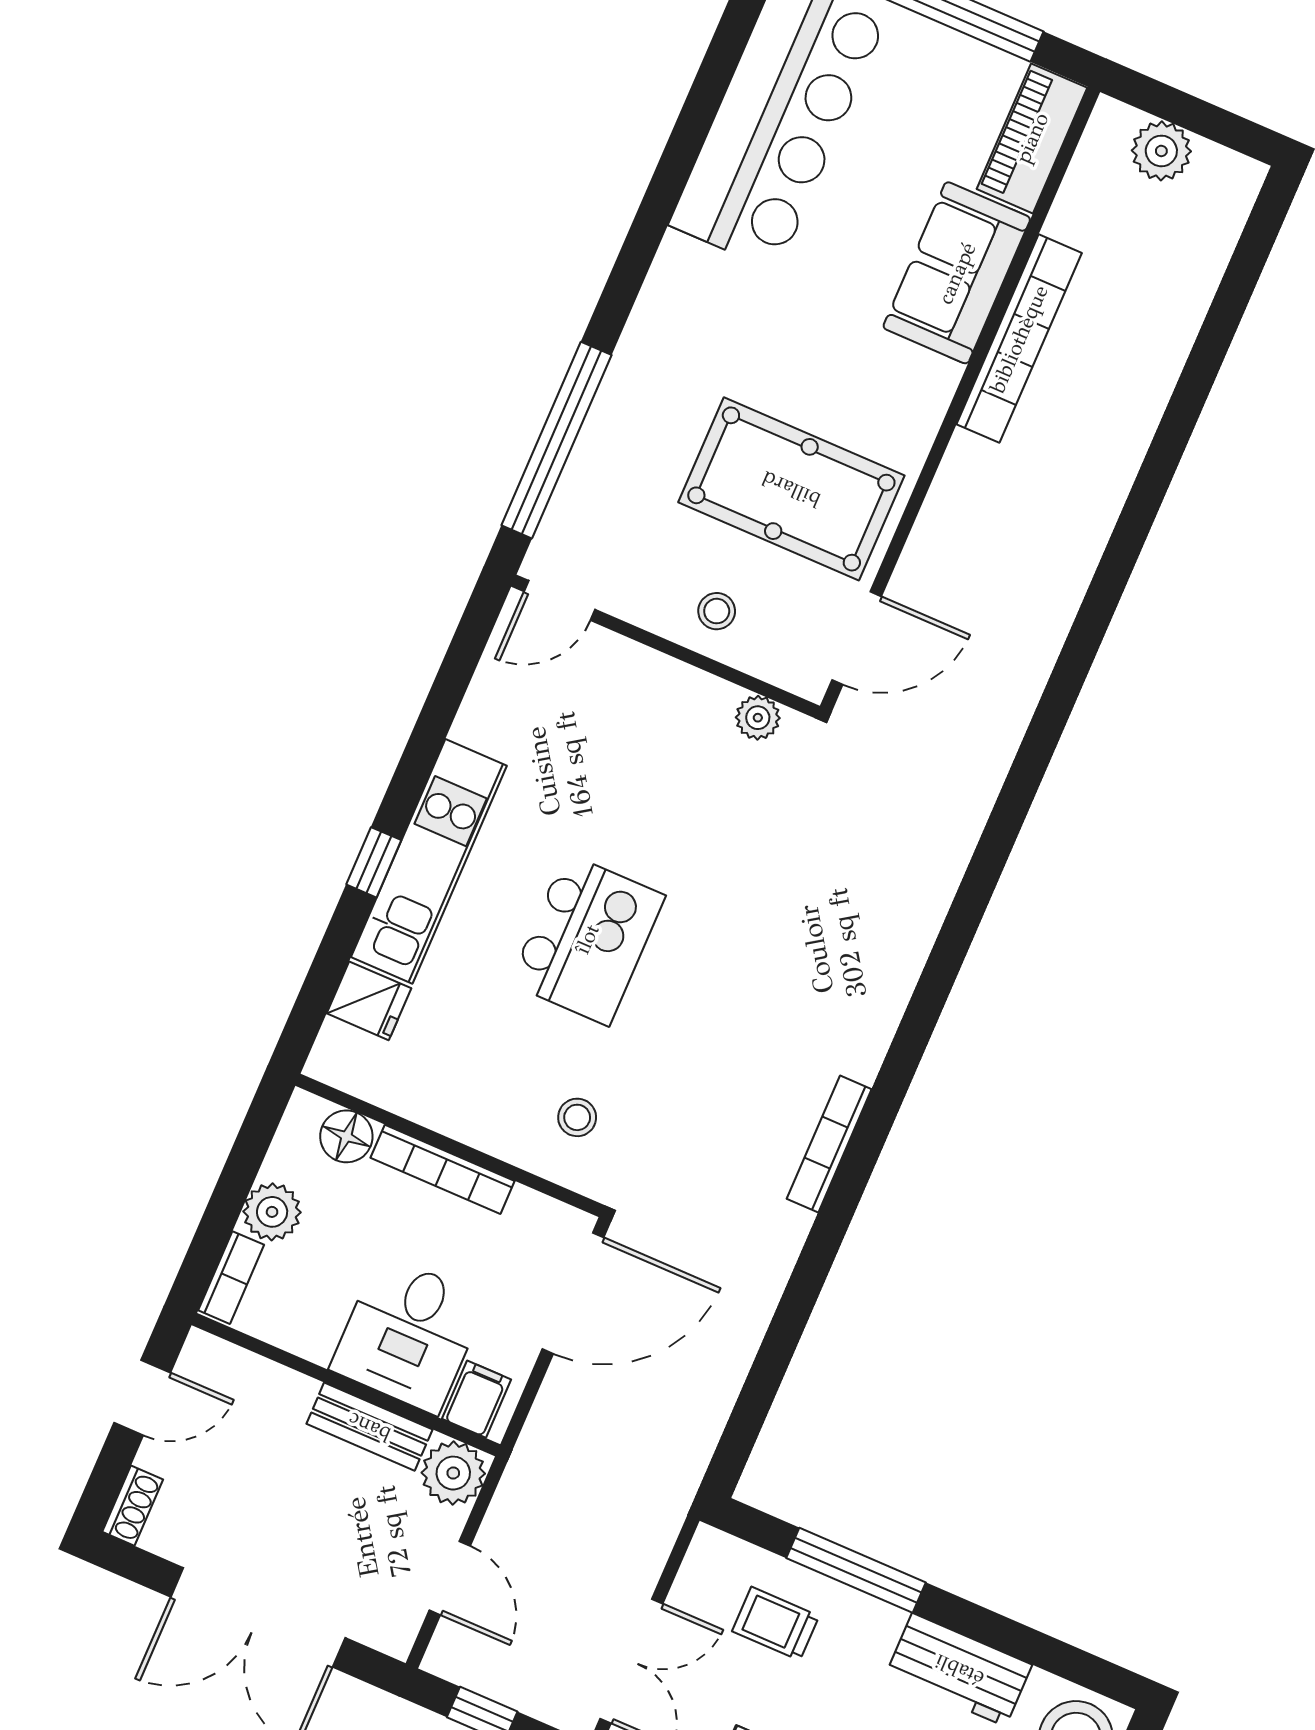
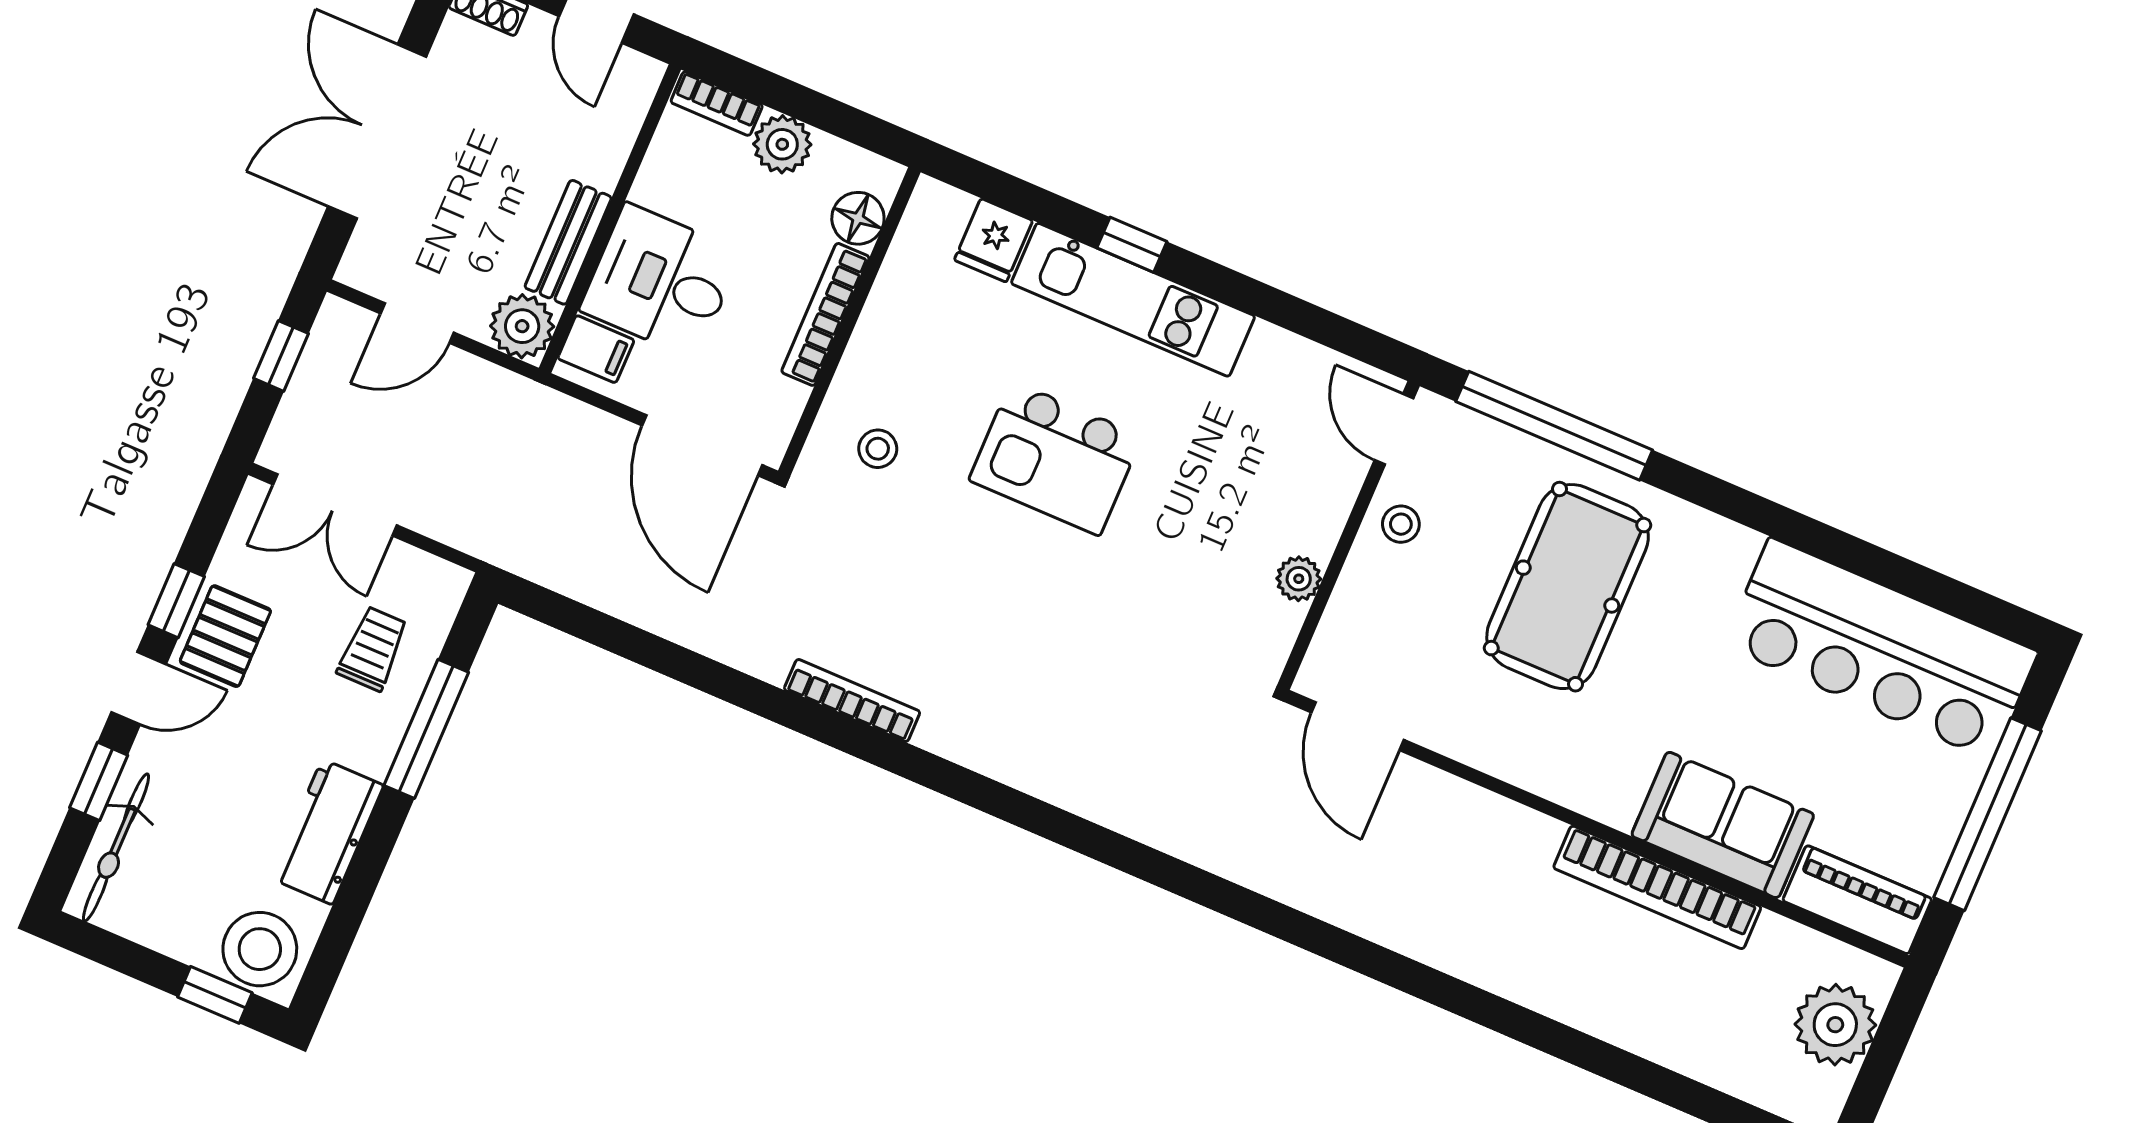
plant: (1161, 151) -> (1835, 1025), width x1.36, depth x1.36
pool table: (791, 489) -> (1568, 587), moved
stool: (717, 611) -> (1401, 524), moved
plant: (758, 718) -> (1299, 579), moved

